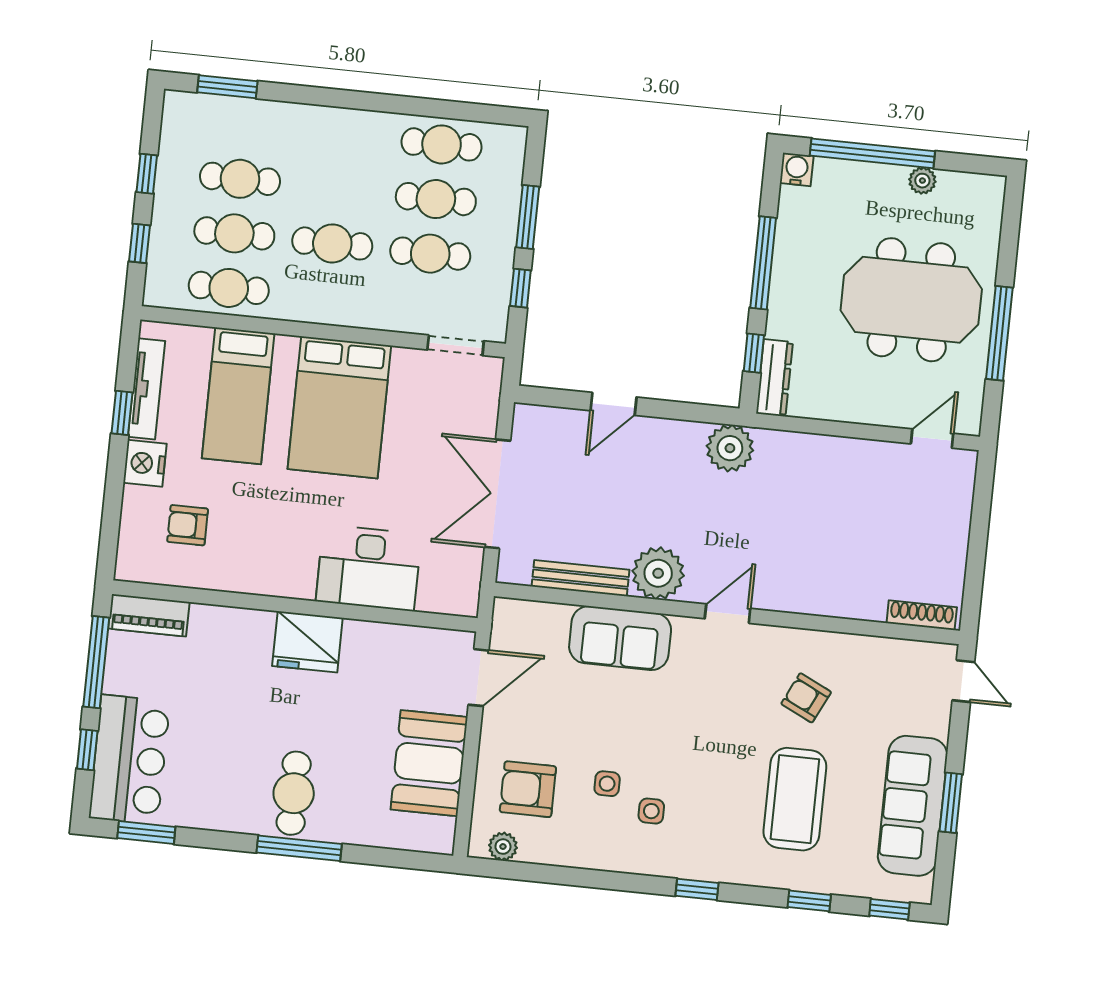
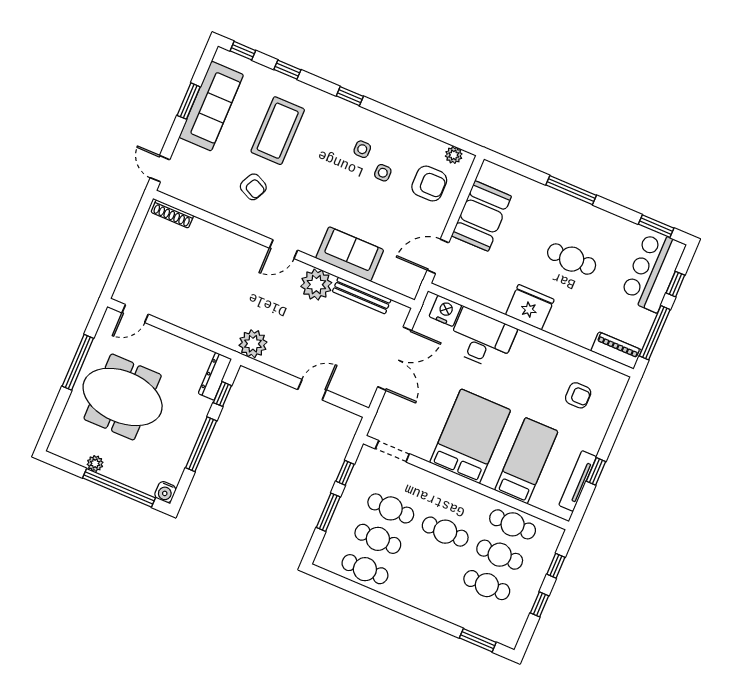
nightstand: (145, 463) -> (445, 311), moved, turned -90
cafe table: (294, 793) -> (572, 259), moved, turned 90

